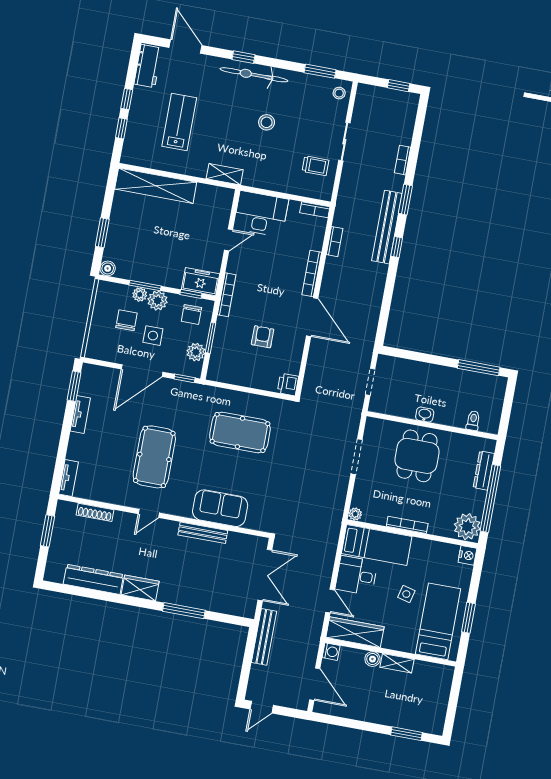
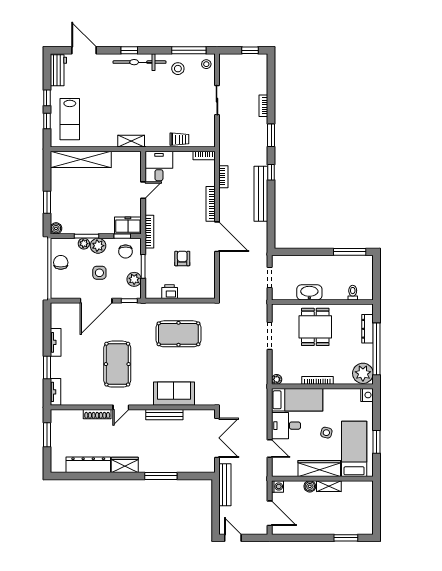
window: (320, 71) -> (189, 50), width x1.44
lab bench: (179, 122) -> (70, 119), moved, turned 180
stool: (267, 122) -> (178, 69), moved
trolley: (315, 166) -> (179, 139), moved
desk: (261, 214) -> (159, 166), width x0.73
bench: (387, 227) -> (261, 194), moved
chair: (126, 320) -> (61, 262), moved
printer: (288, 384) -> (170, 292), moved, turned 90
window: (74, 386) -> (47, 368), moved
washbasin: (425, 415) -> (309, 292), width x1.91, depth x1.45
shoe rack: (95, 512) -> (97, 414), moved
wardrobe: (355, 632) -> (319, 468), moved
door: (262, 707) -> (233, 538), swing flipped

